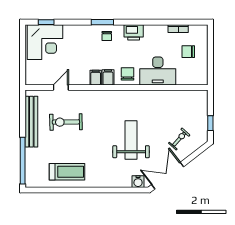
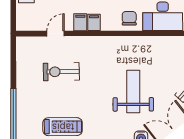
filing cabinet: (108, 77) -> (80, 22), moved
bench: (31, 122) -> (23, 71), removed

